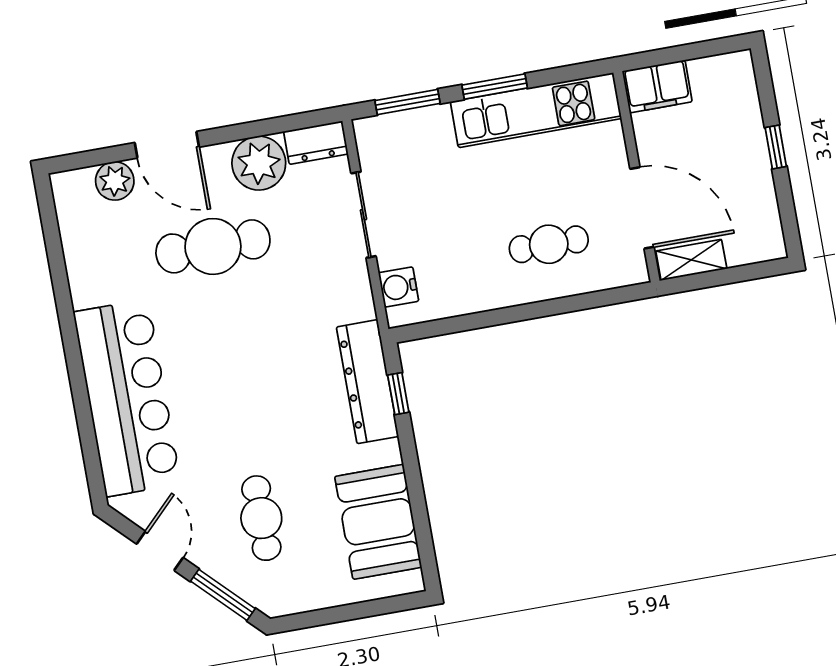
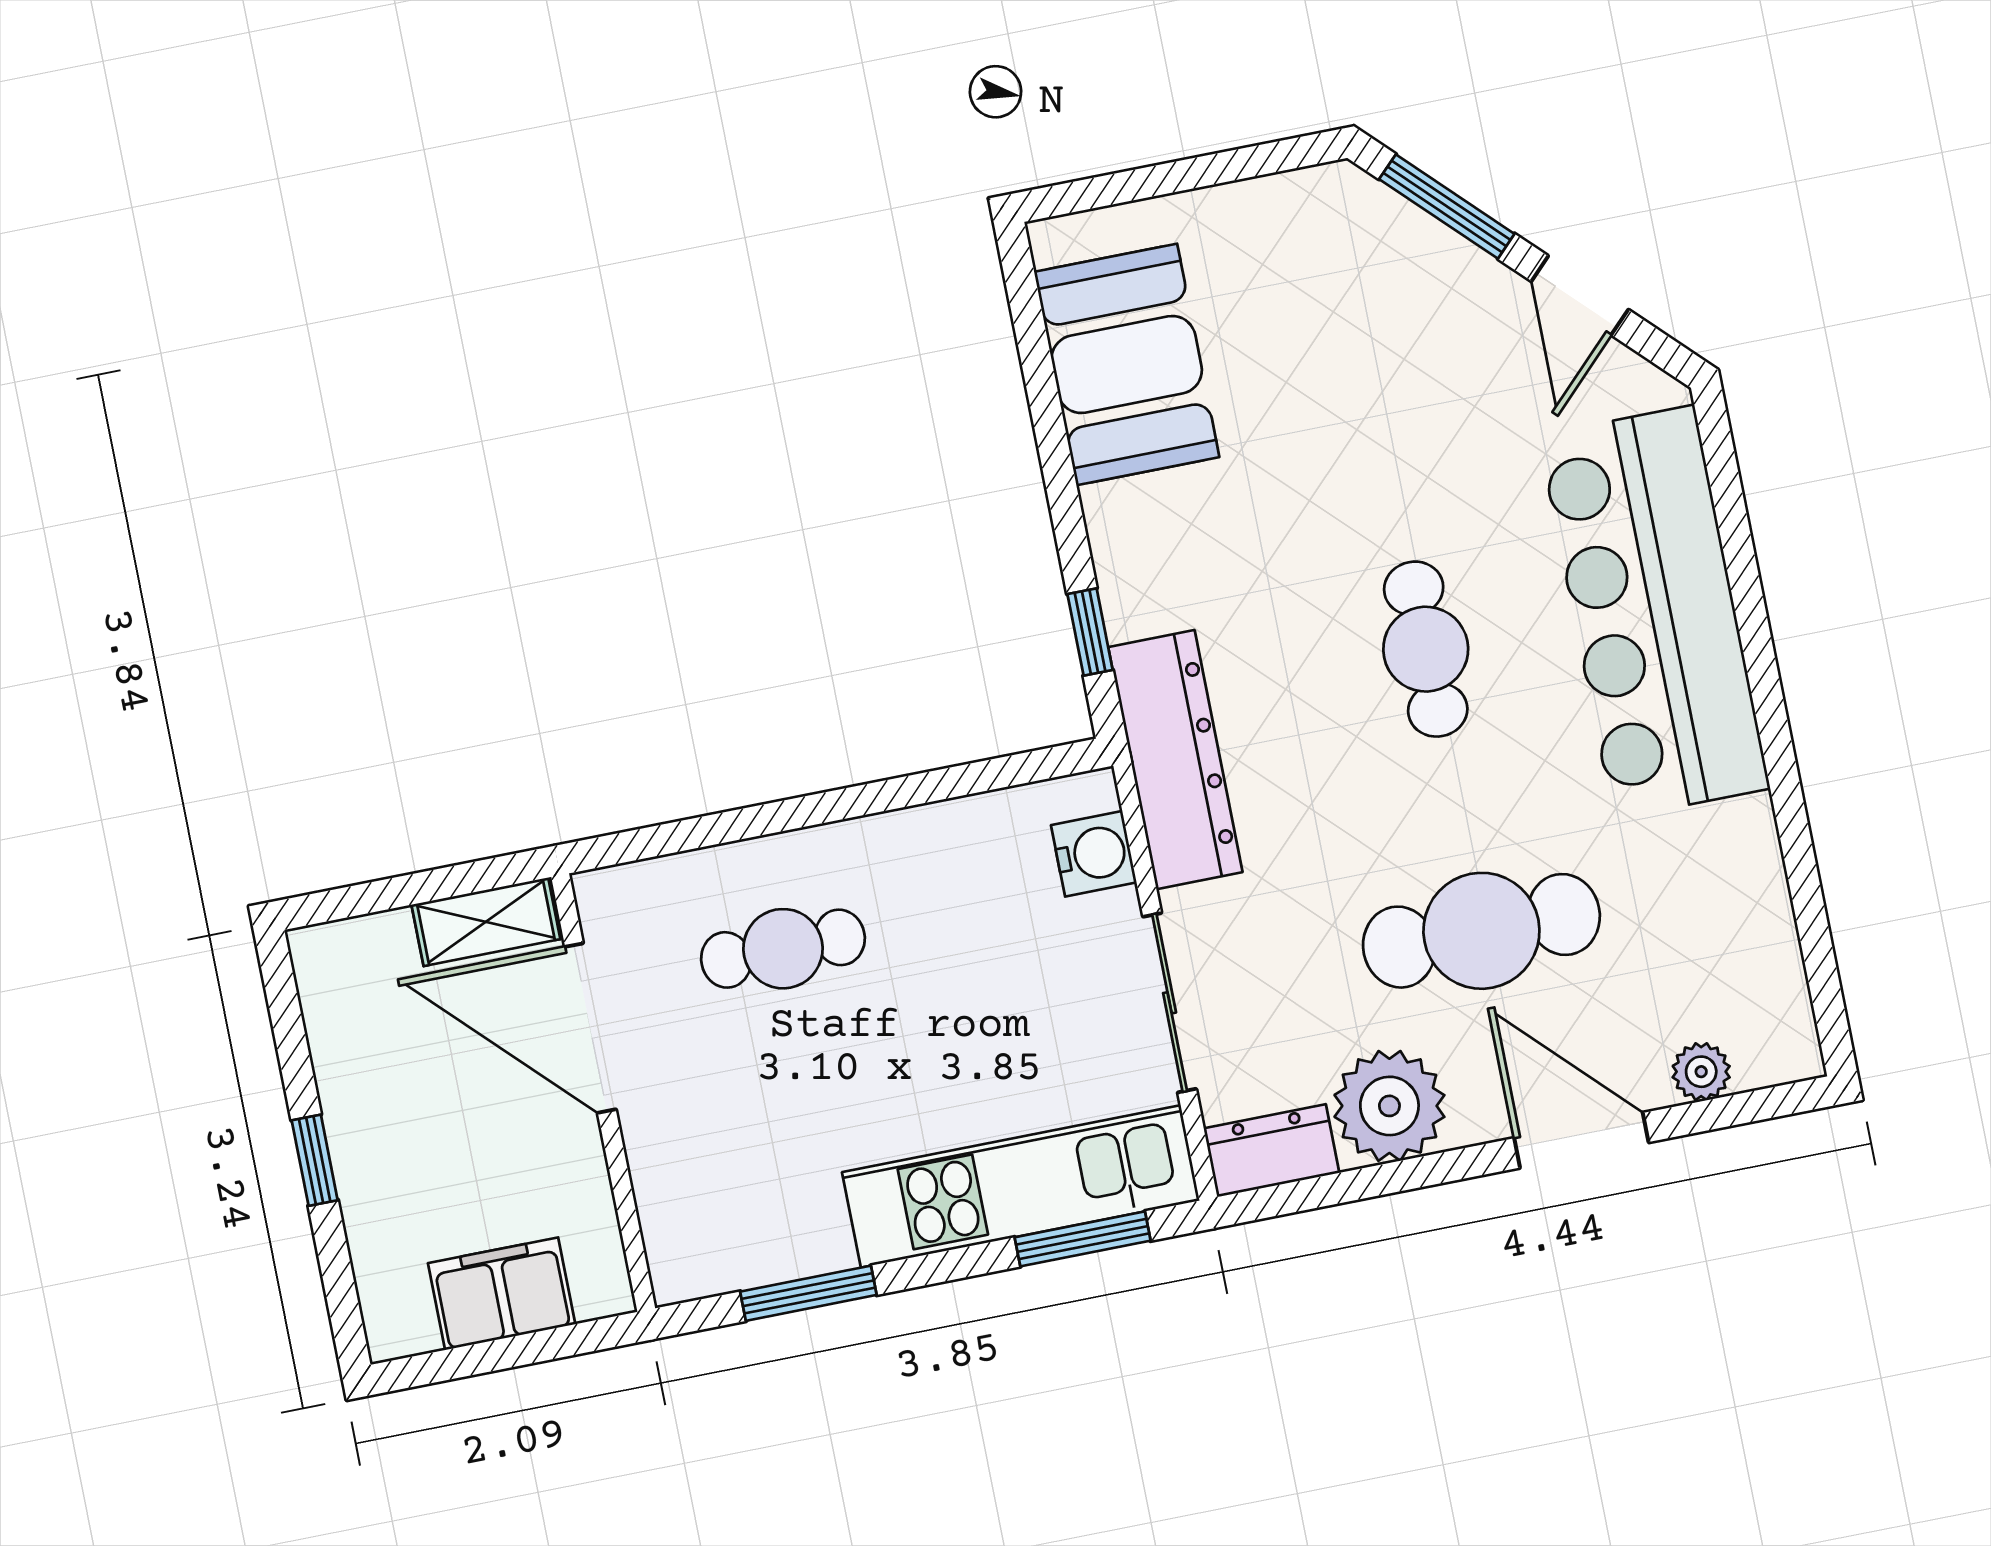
window: (495, 86) -> (808, 1293), moved
filing cabinet: (657, 86) -> (502, 1294), moved
kitchen unit: (536, 110) -> (1021, 1186), moved
plant: (115, 181) -> (1701, 1072), width x0.73, depth x0.73
dresser: (367, 382) -> (1175, 760), moved
cafe table: (261, 518) -> (1426, 649), moved

